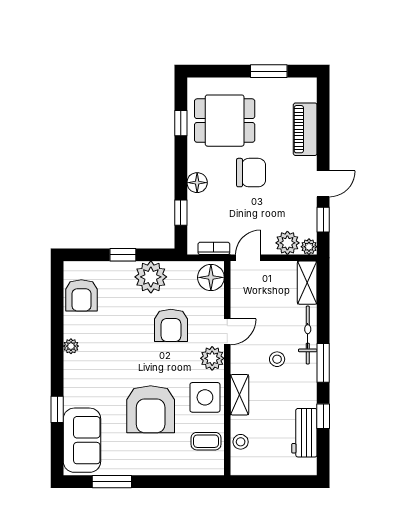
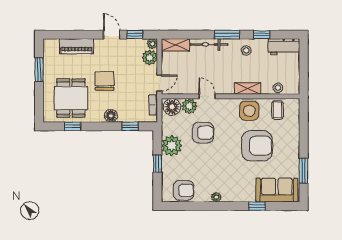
door: (248, 258) -> (159, 83), swing flipped
plant: (212, 358) -> (189, 106), moved
stool: (277, 359) -> (246, 51), moved
workbench: (304, 433) -> (284, 47), moved

